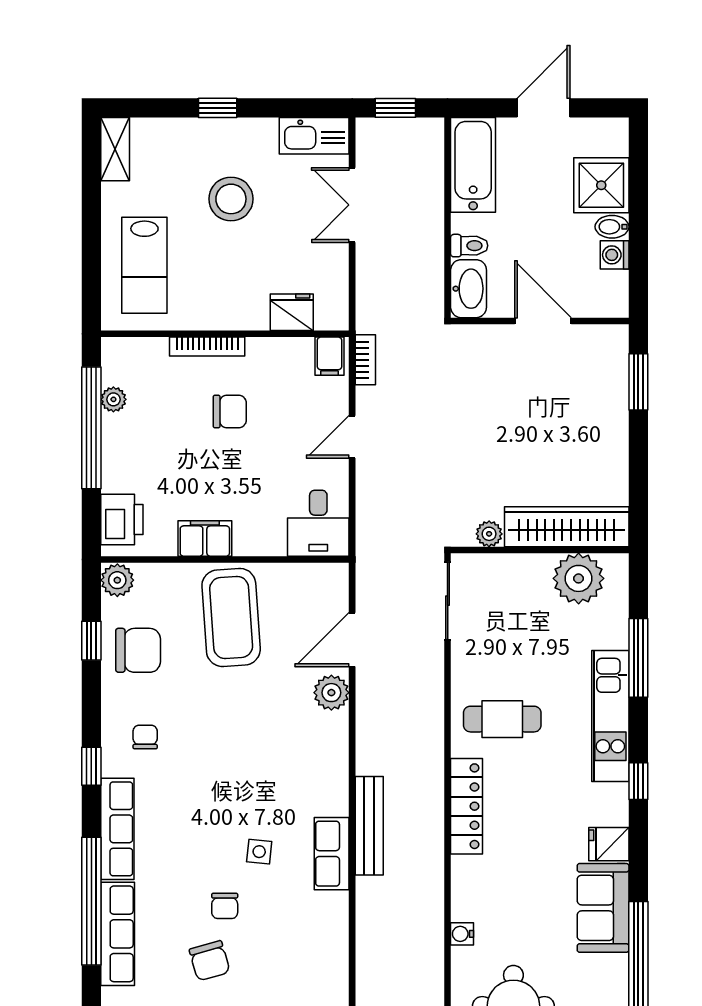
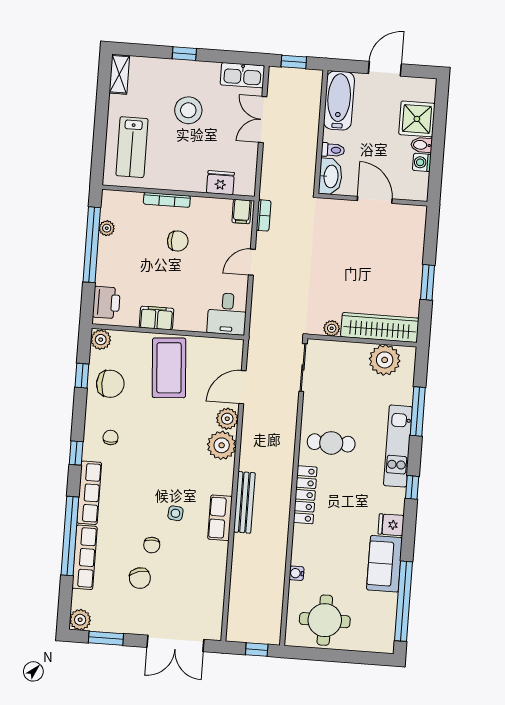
window: (638, 382) -> (428, 282), moved
plant: (325, 736) -> (222, 445), added

